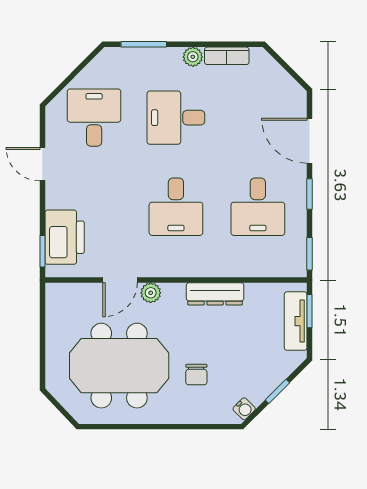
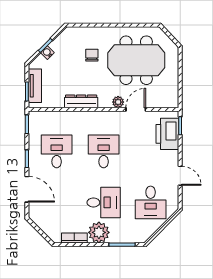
plant: (193, 57) -> (99, 232), width x1.88, depth x1.88
water cooler: (244, 409) -> (47, 53), moved

